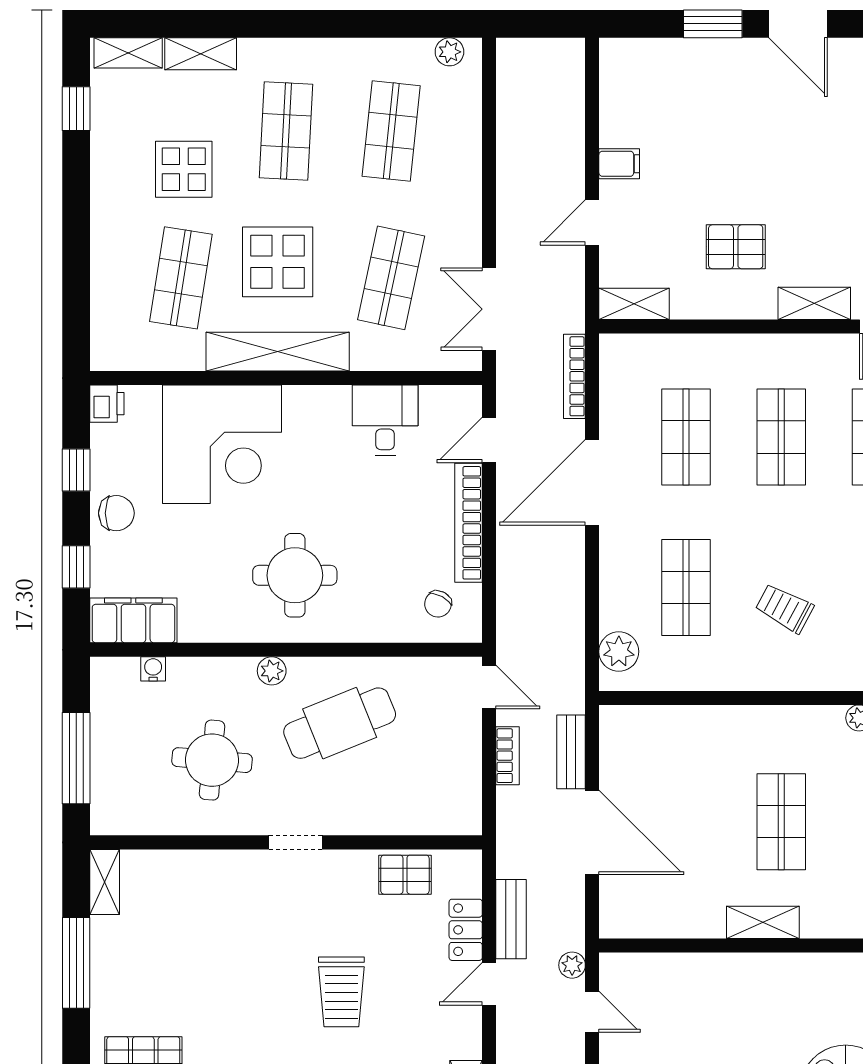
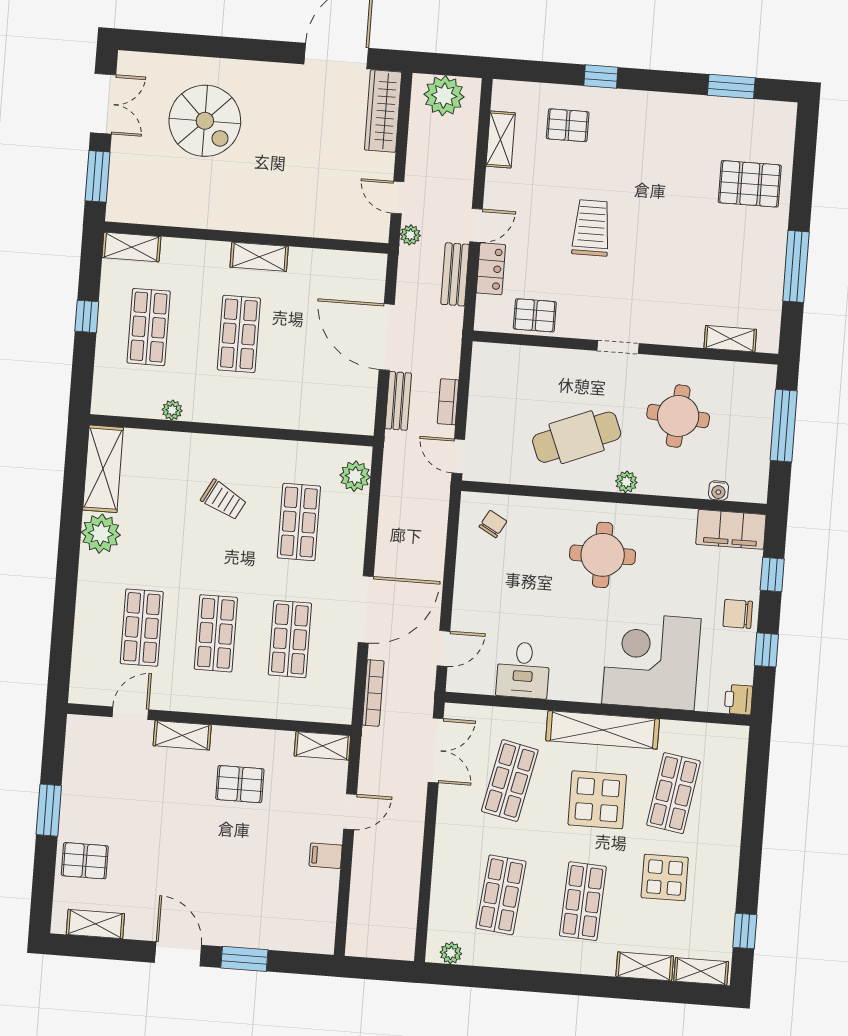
bookcase: (468, 523) -> (464, 585), removed
shelving: (105, 882) -> (730, 339), moved, turned 90

